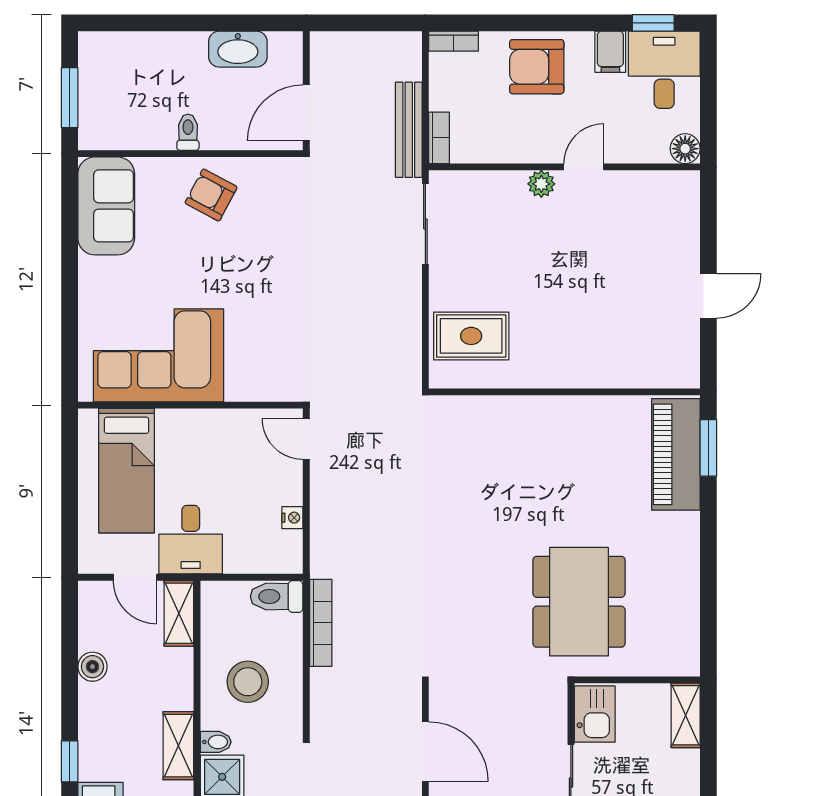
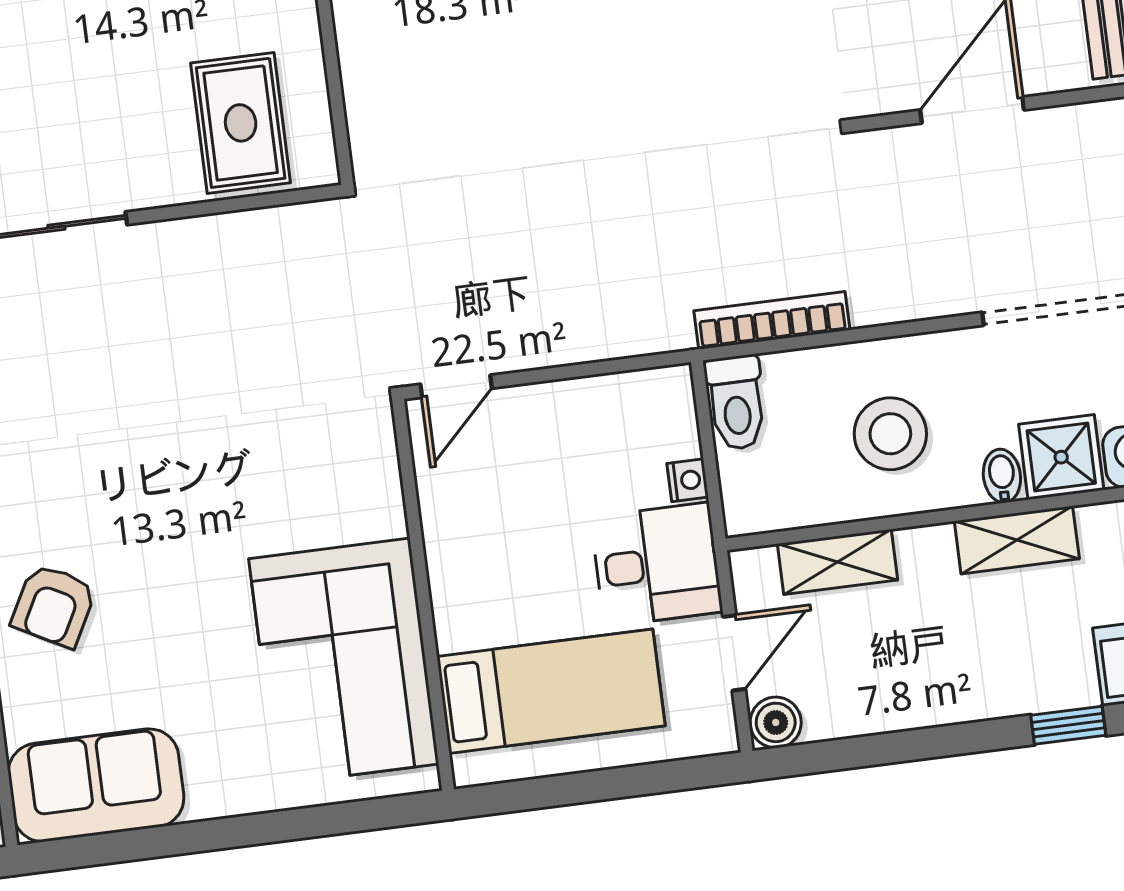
nightstand: (292, 518) -> (688, 480), moved, turned 90
shelving: (179, 613) -> (837, 562), moved
boiler: (92, 667) -> (776, 722), moved

